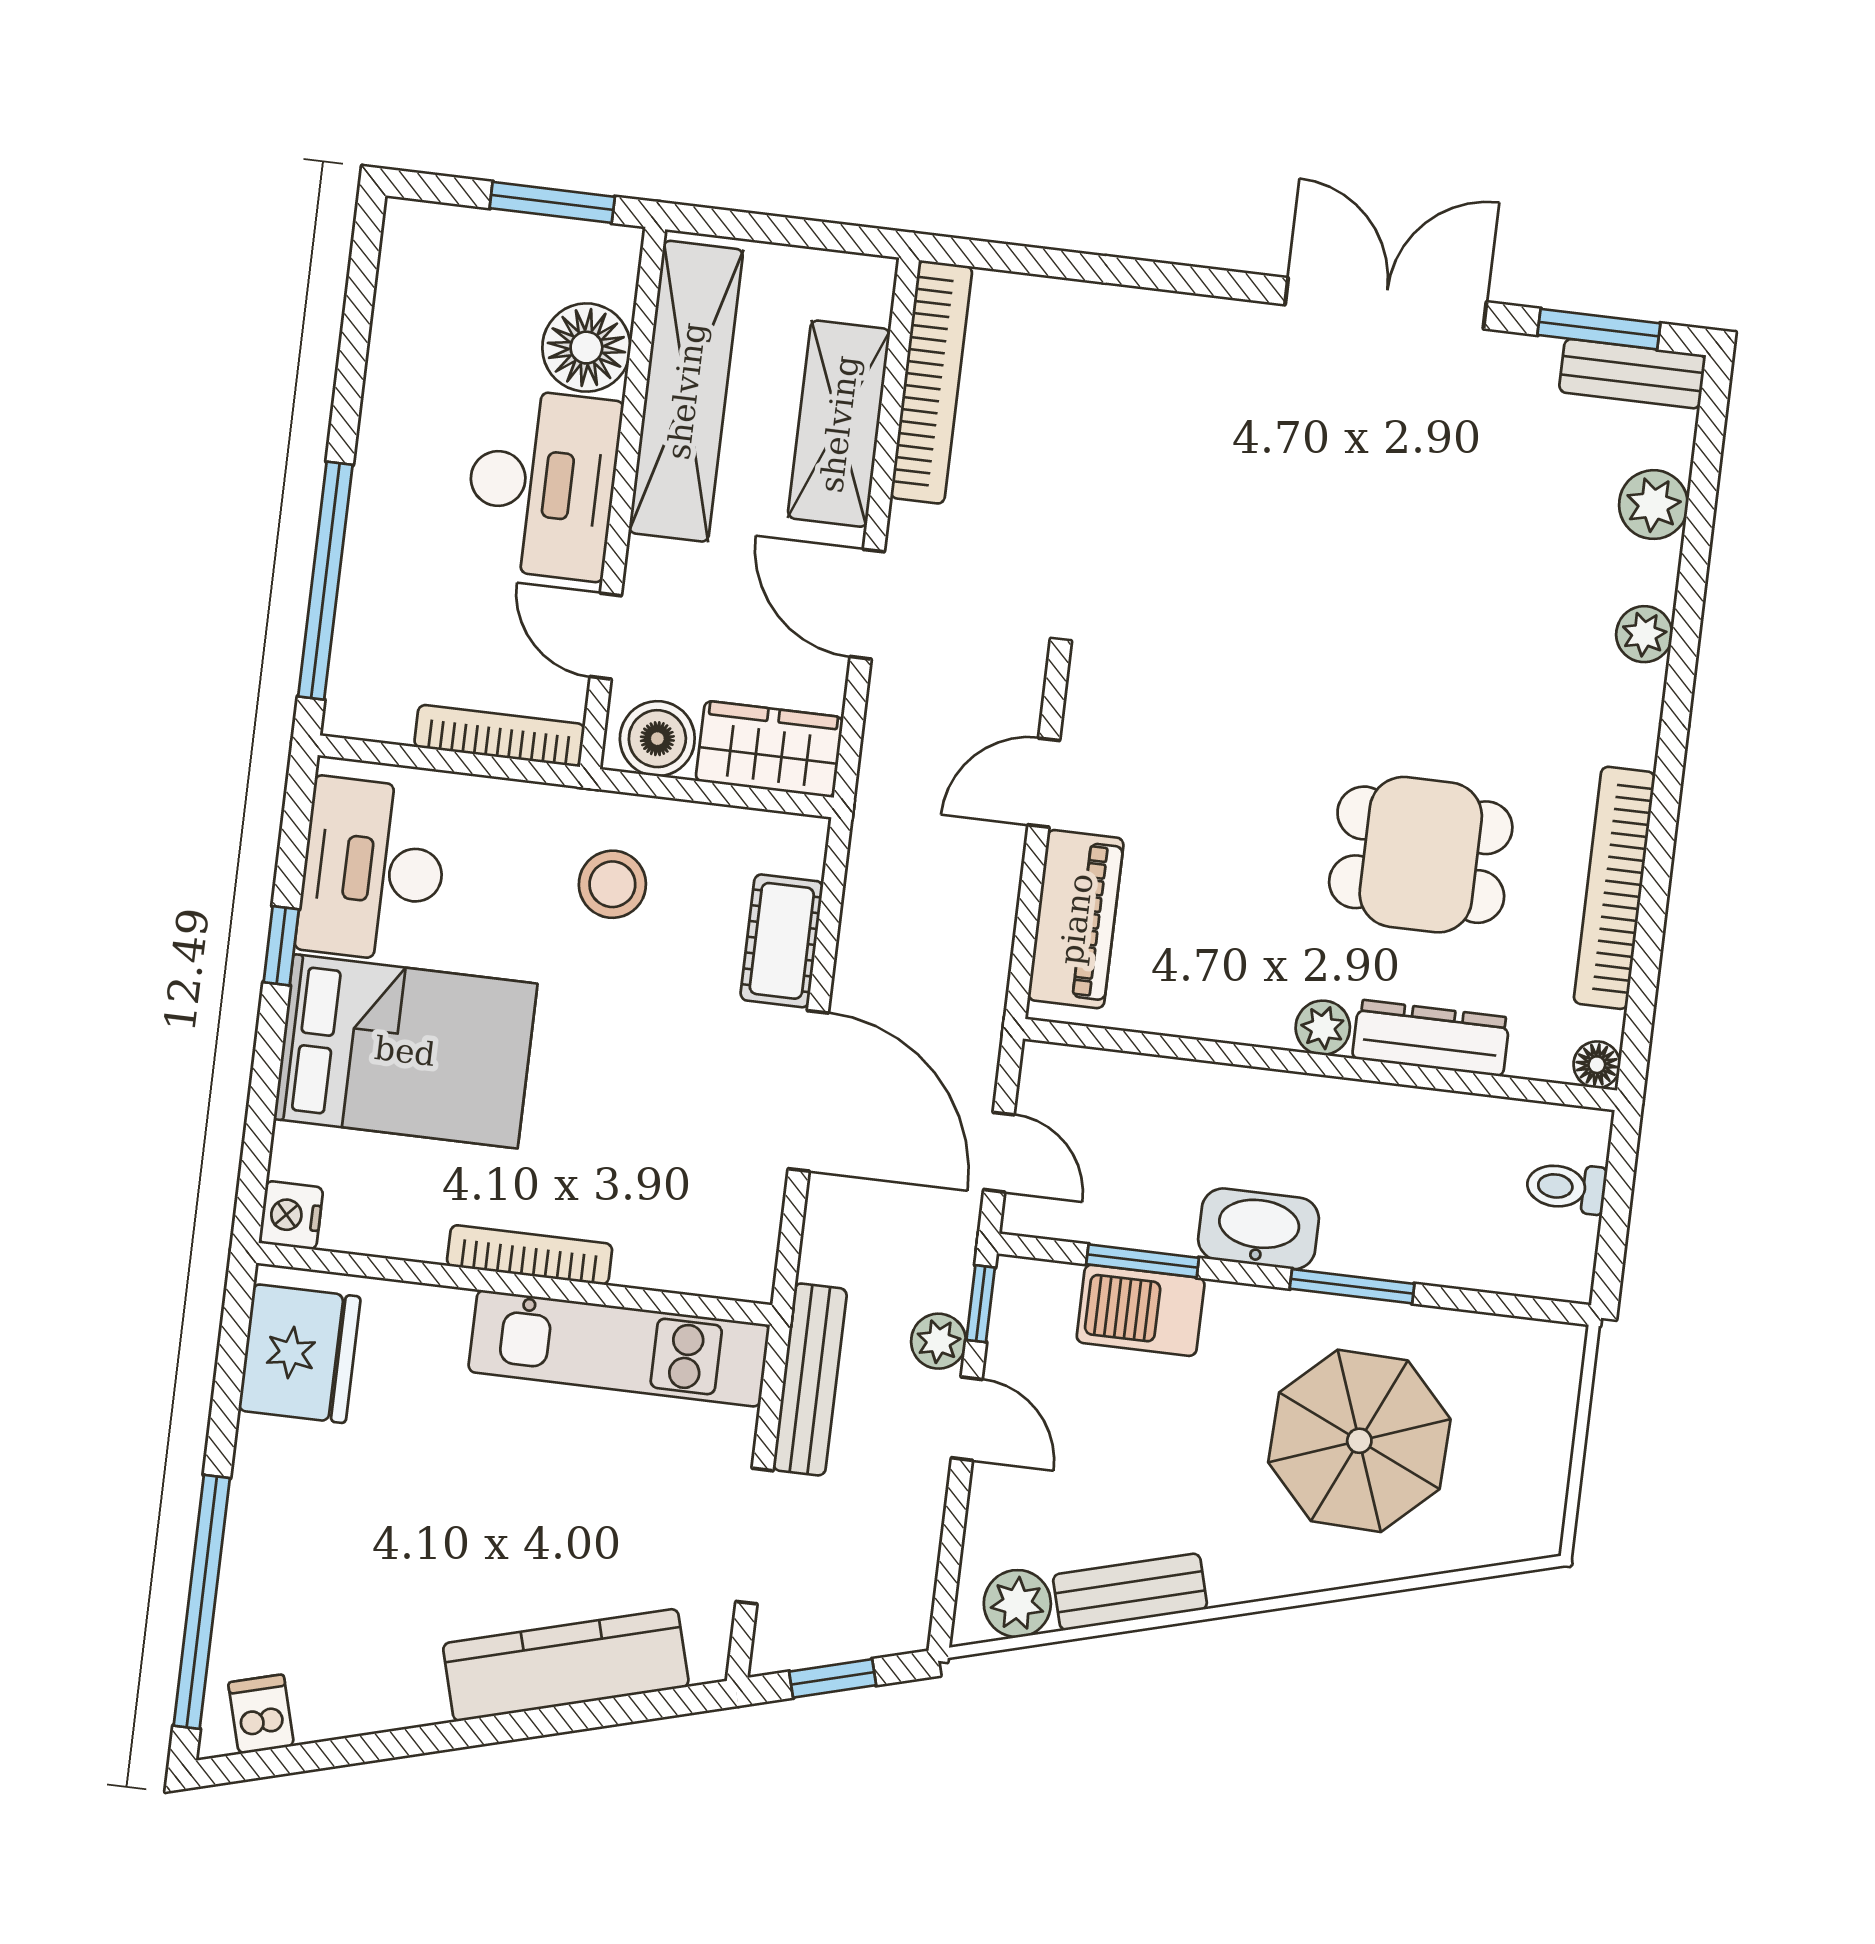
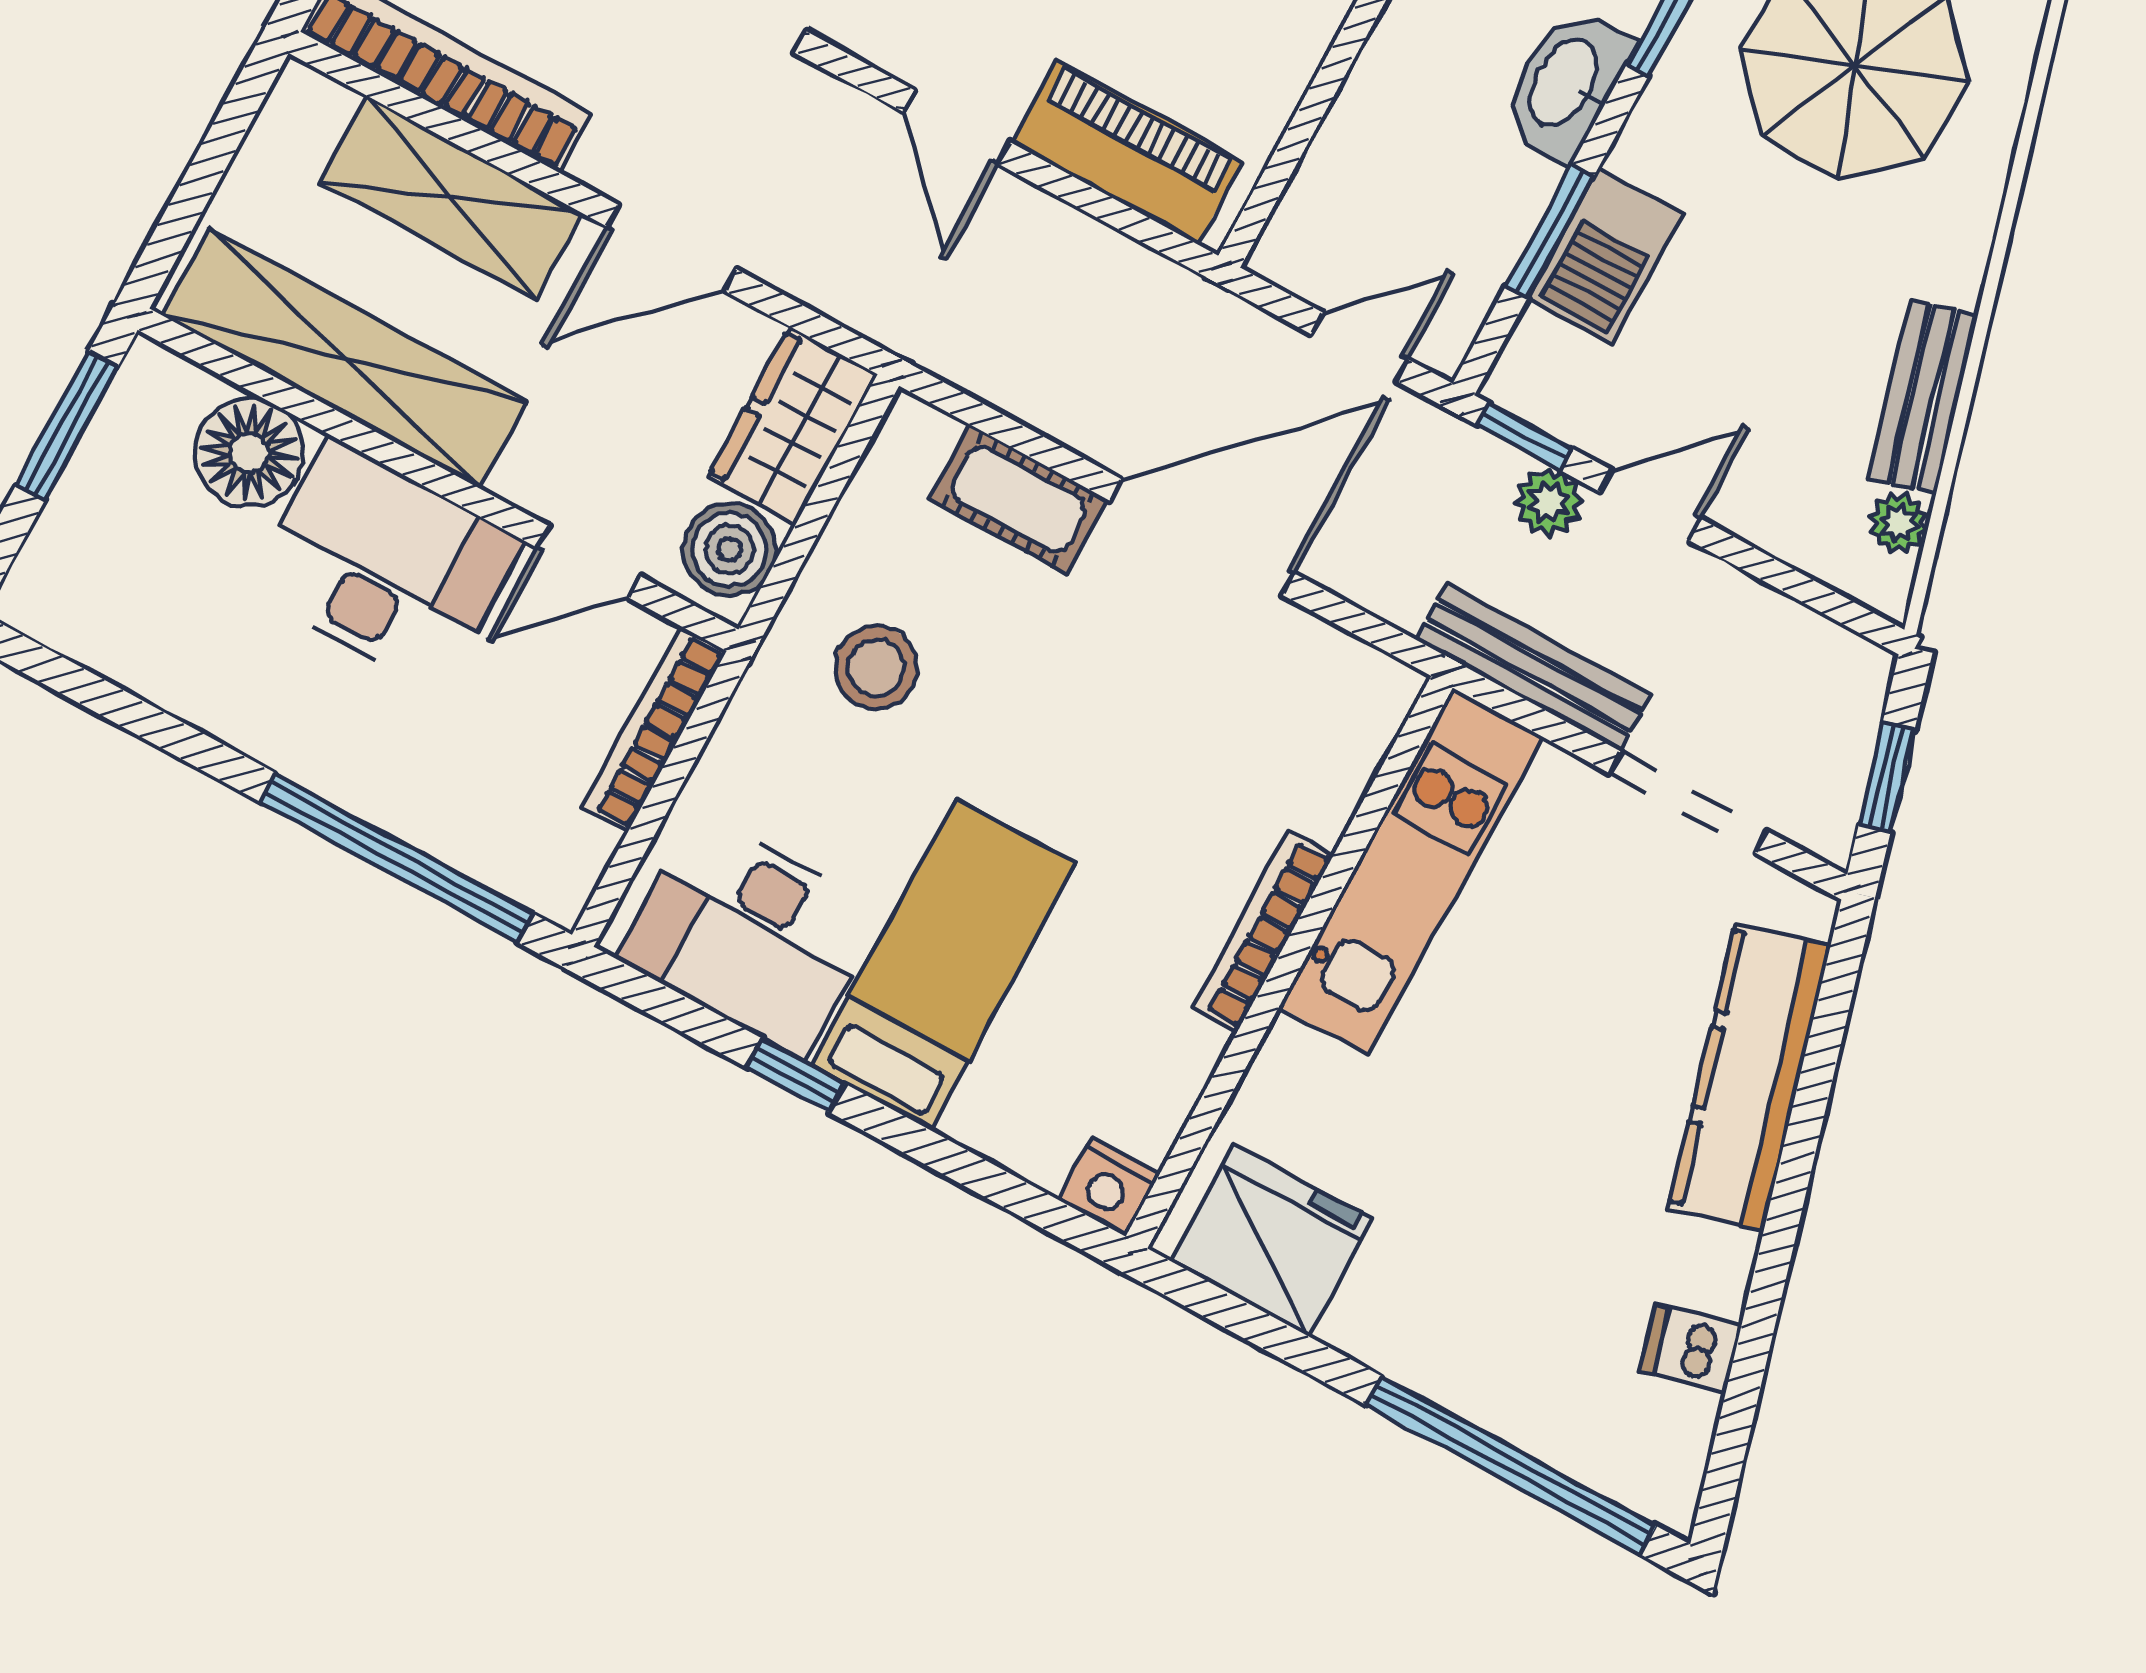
bed: (405, 1051) -> (943, 964), width x0.67
plant: (1017, 1604) -> (1899, 523), width x0.73, depth x0.73
dishwasher: (261, 1714) -> (1690, 1348), moved

